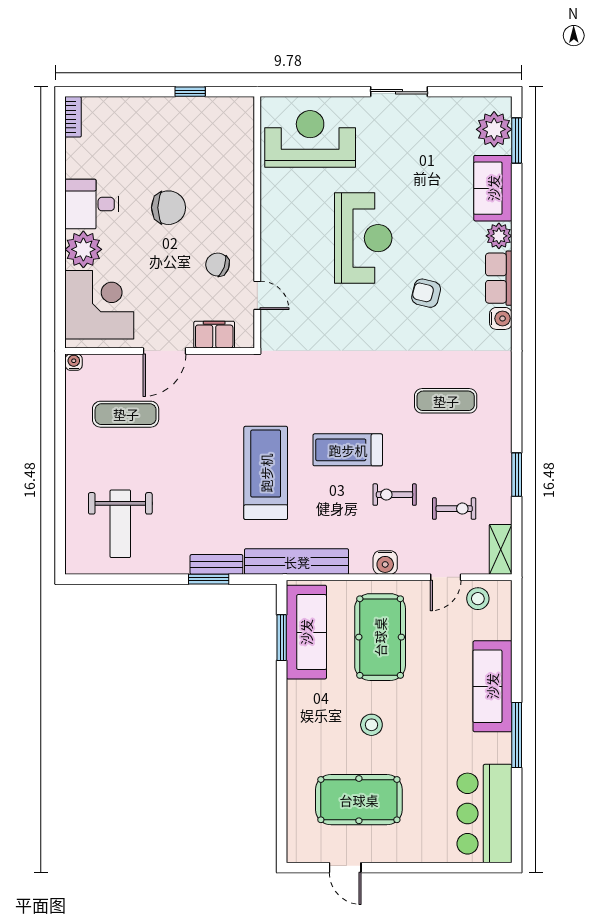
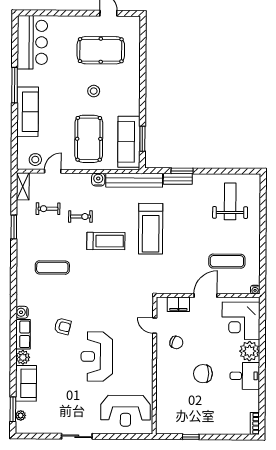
plant: (494, 129) -> (21, 415), width x0.53, depth x0.53
water cooler: (385, 563) -> (98, 180), moved

